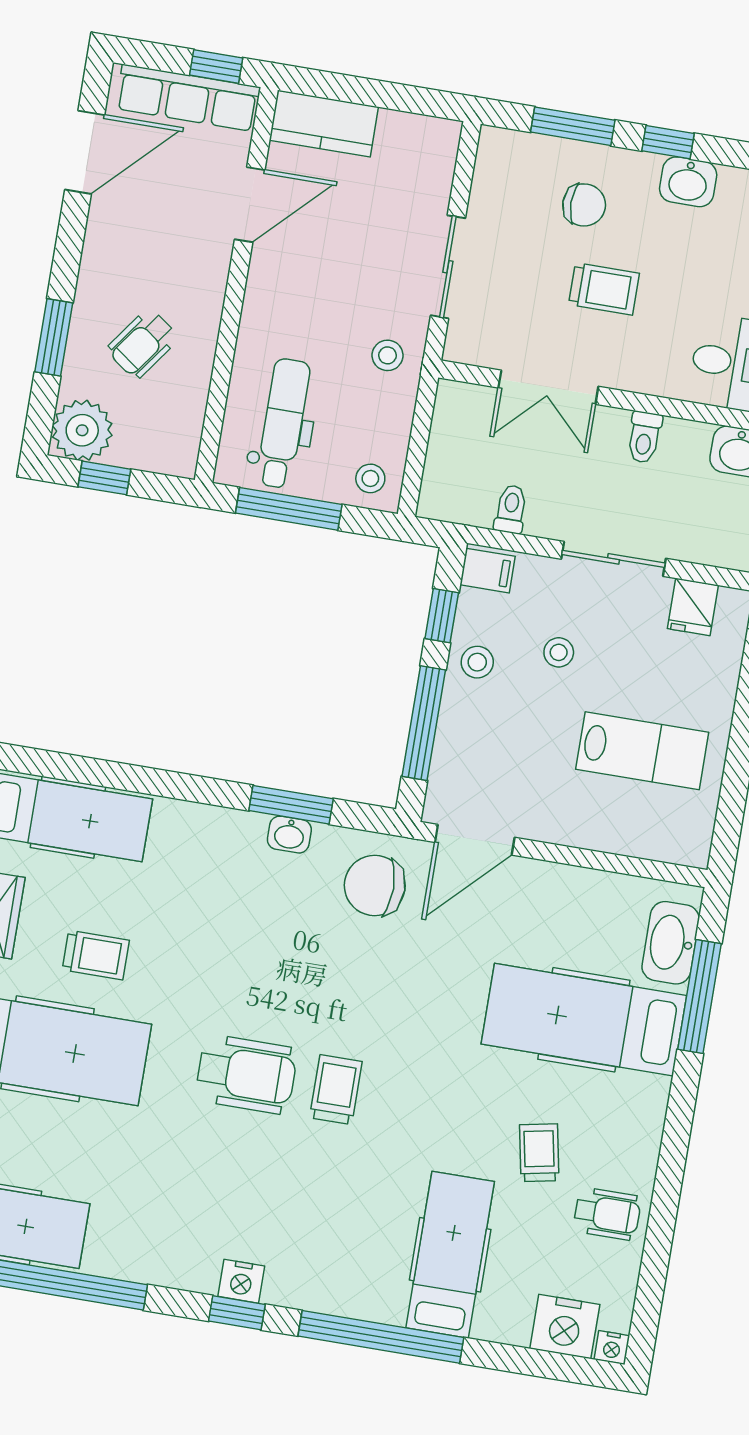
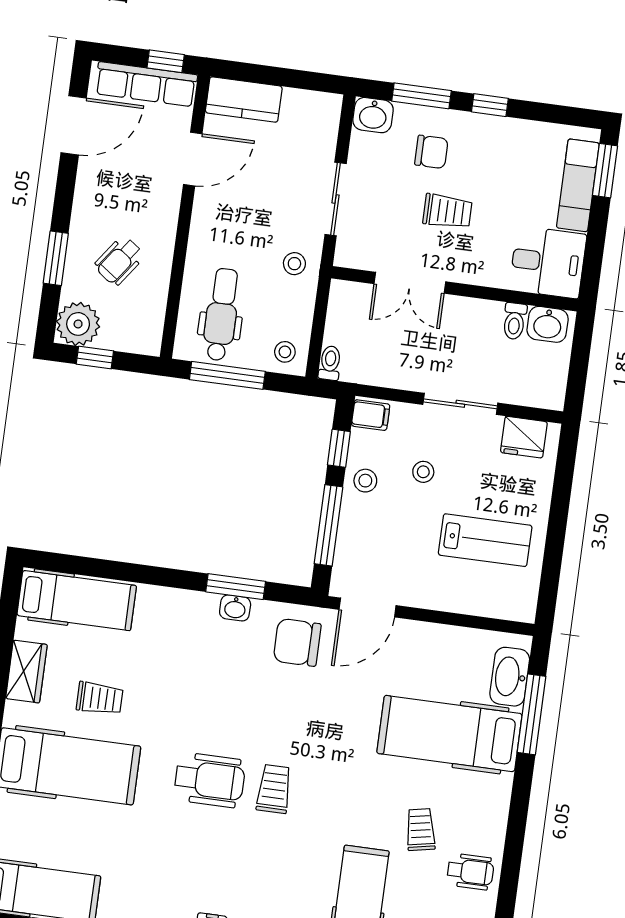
washbasin: (688, 182) -> (373, 115), moved
toilet: (644, 437) -> (515, 321), moved
toilet: (511, 509) -> (330, 363), moved
fridge: (693, 607) -> (524, 437), width x1.38

